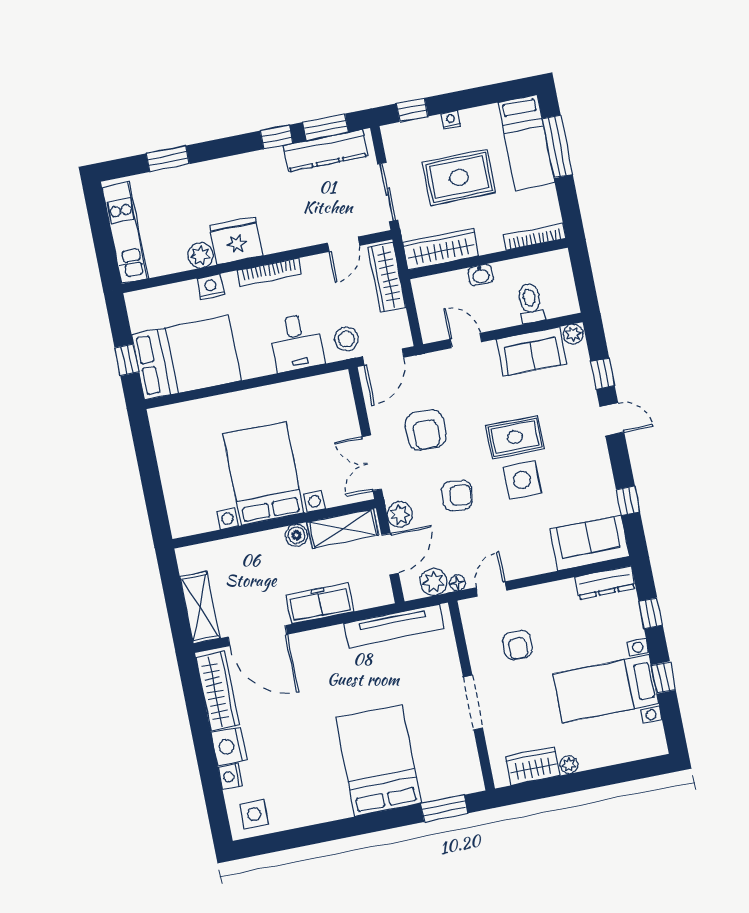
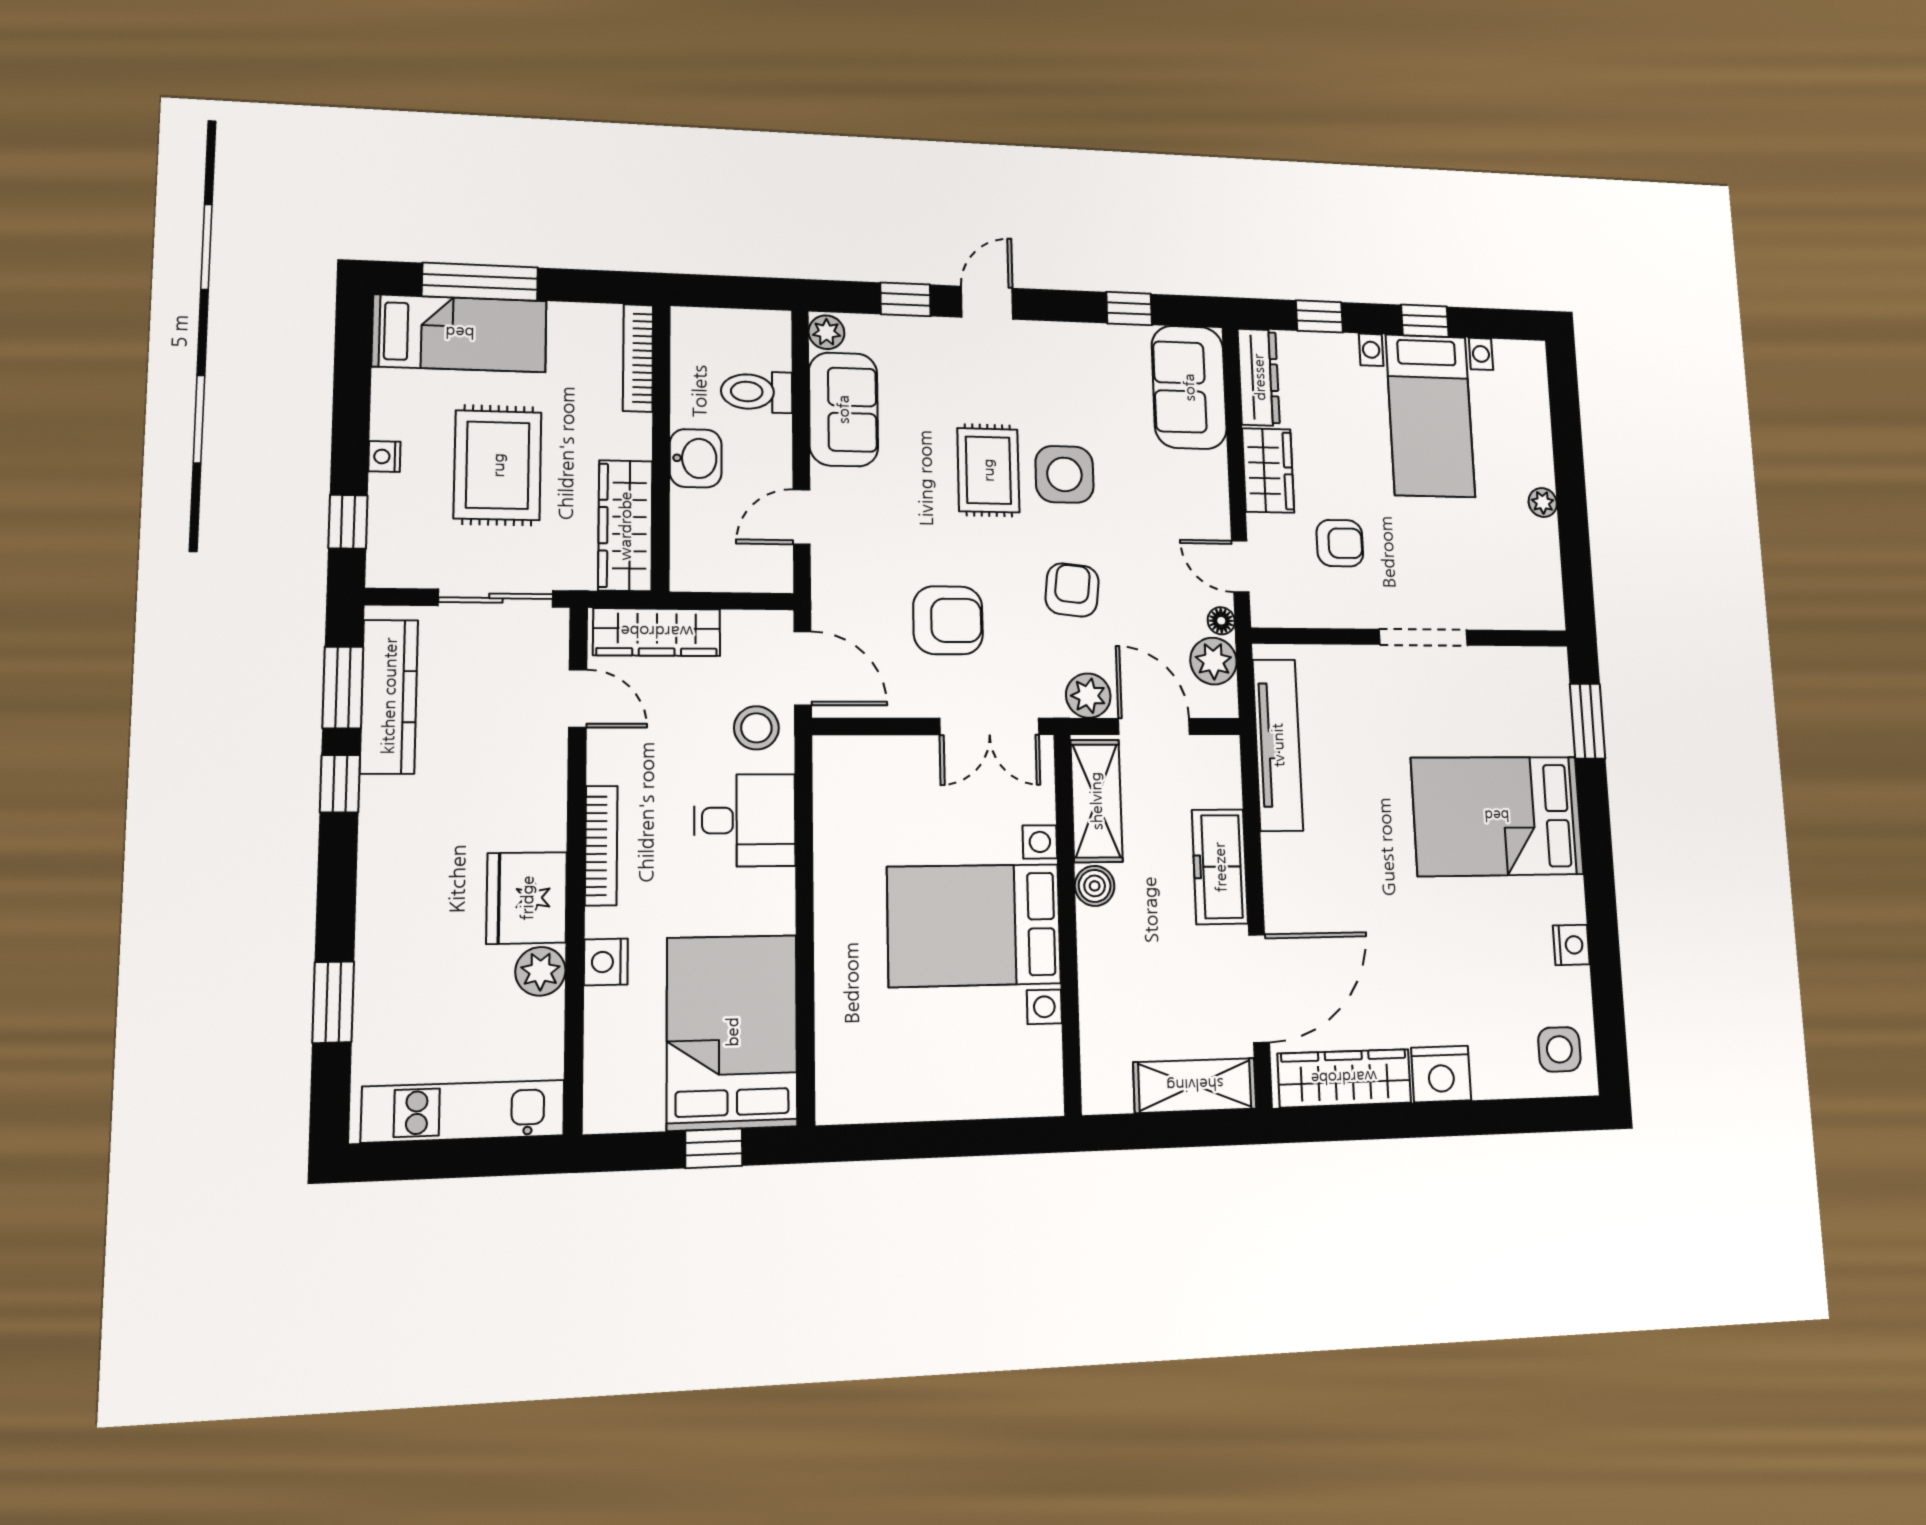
washbasin: (481, 275) -> (696, 458), width x1.38, depth x1.45
wardrobe: (533, 766) -> (1268, 470), moved, turned 180
nightstand: (230, 777) -> (1571, 945), moved, turned -90

